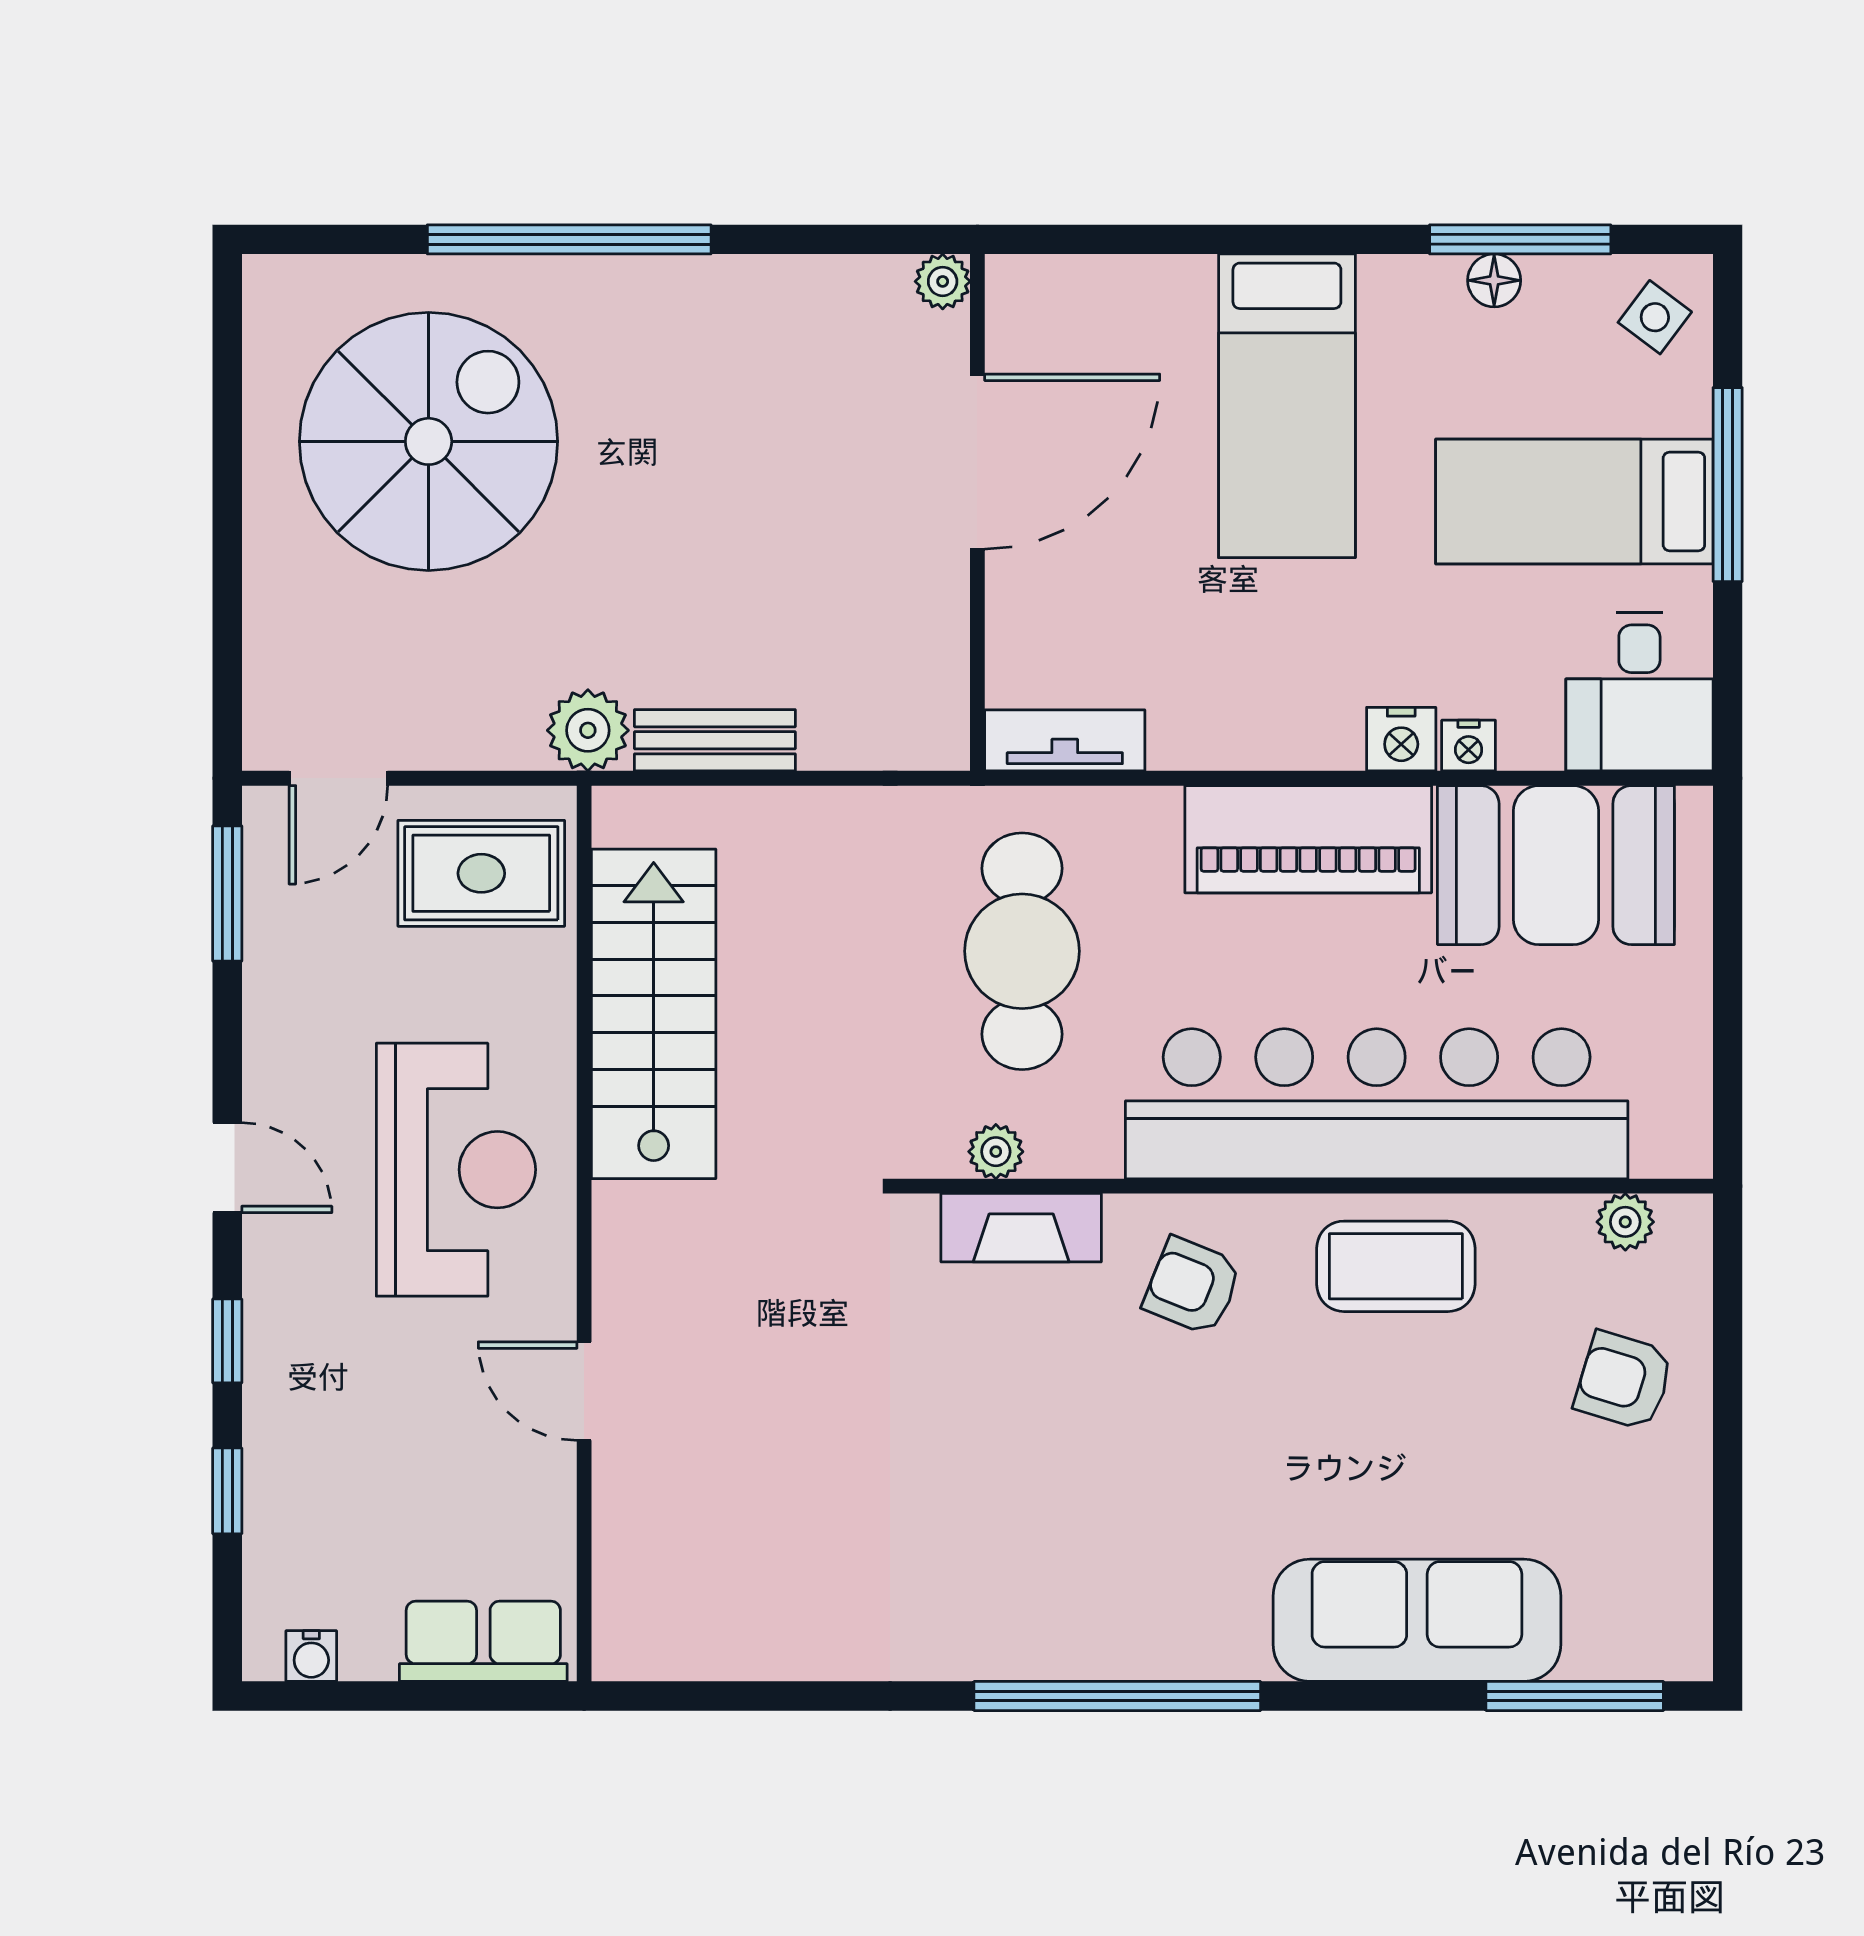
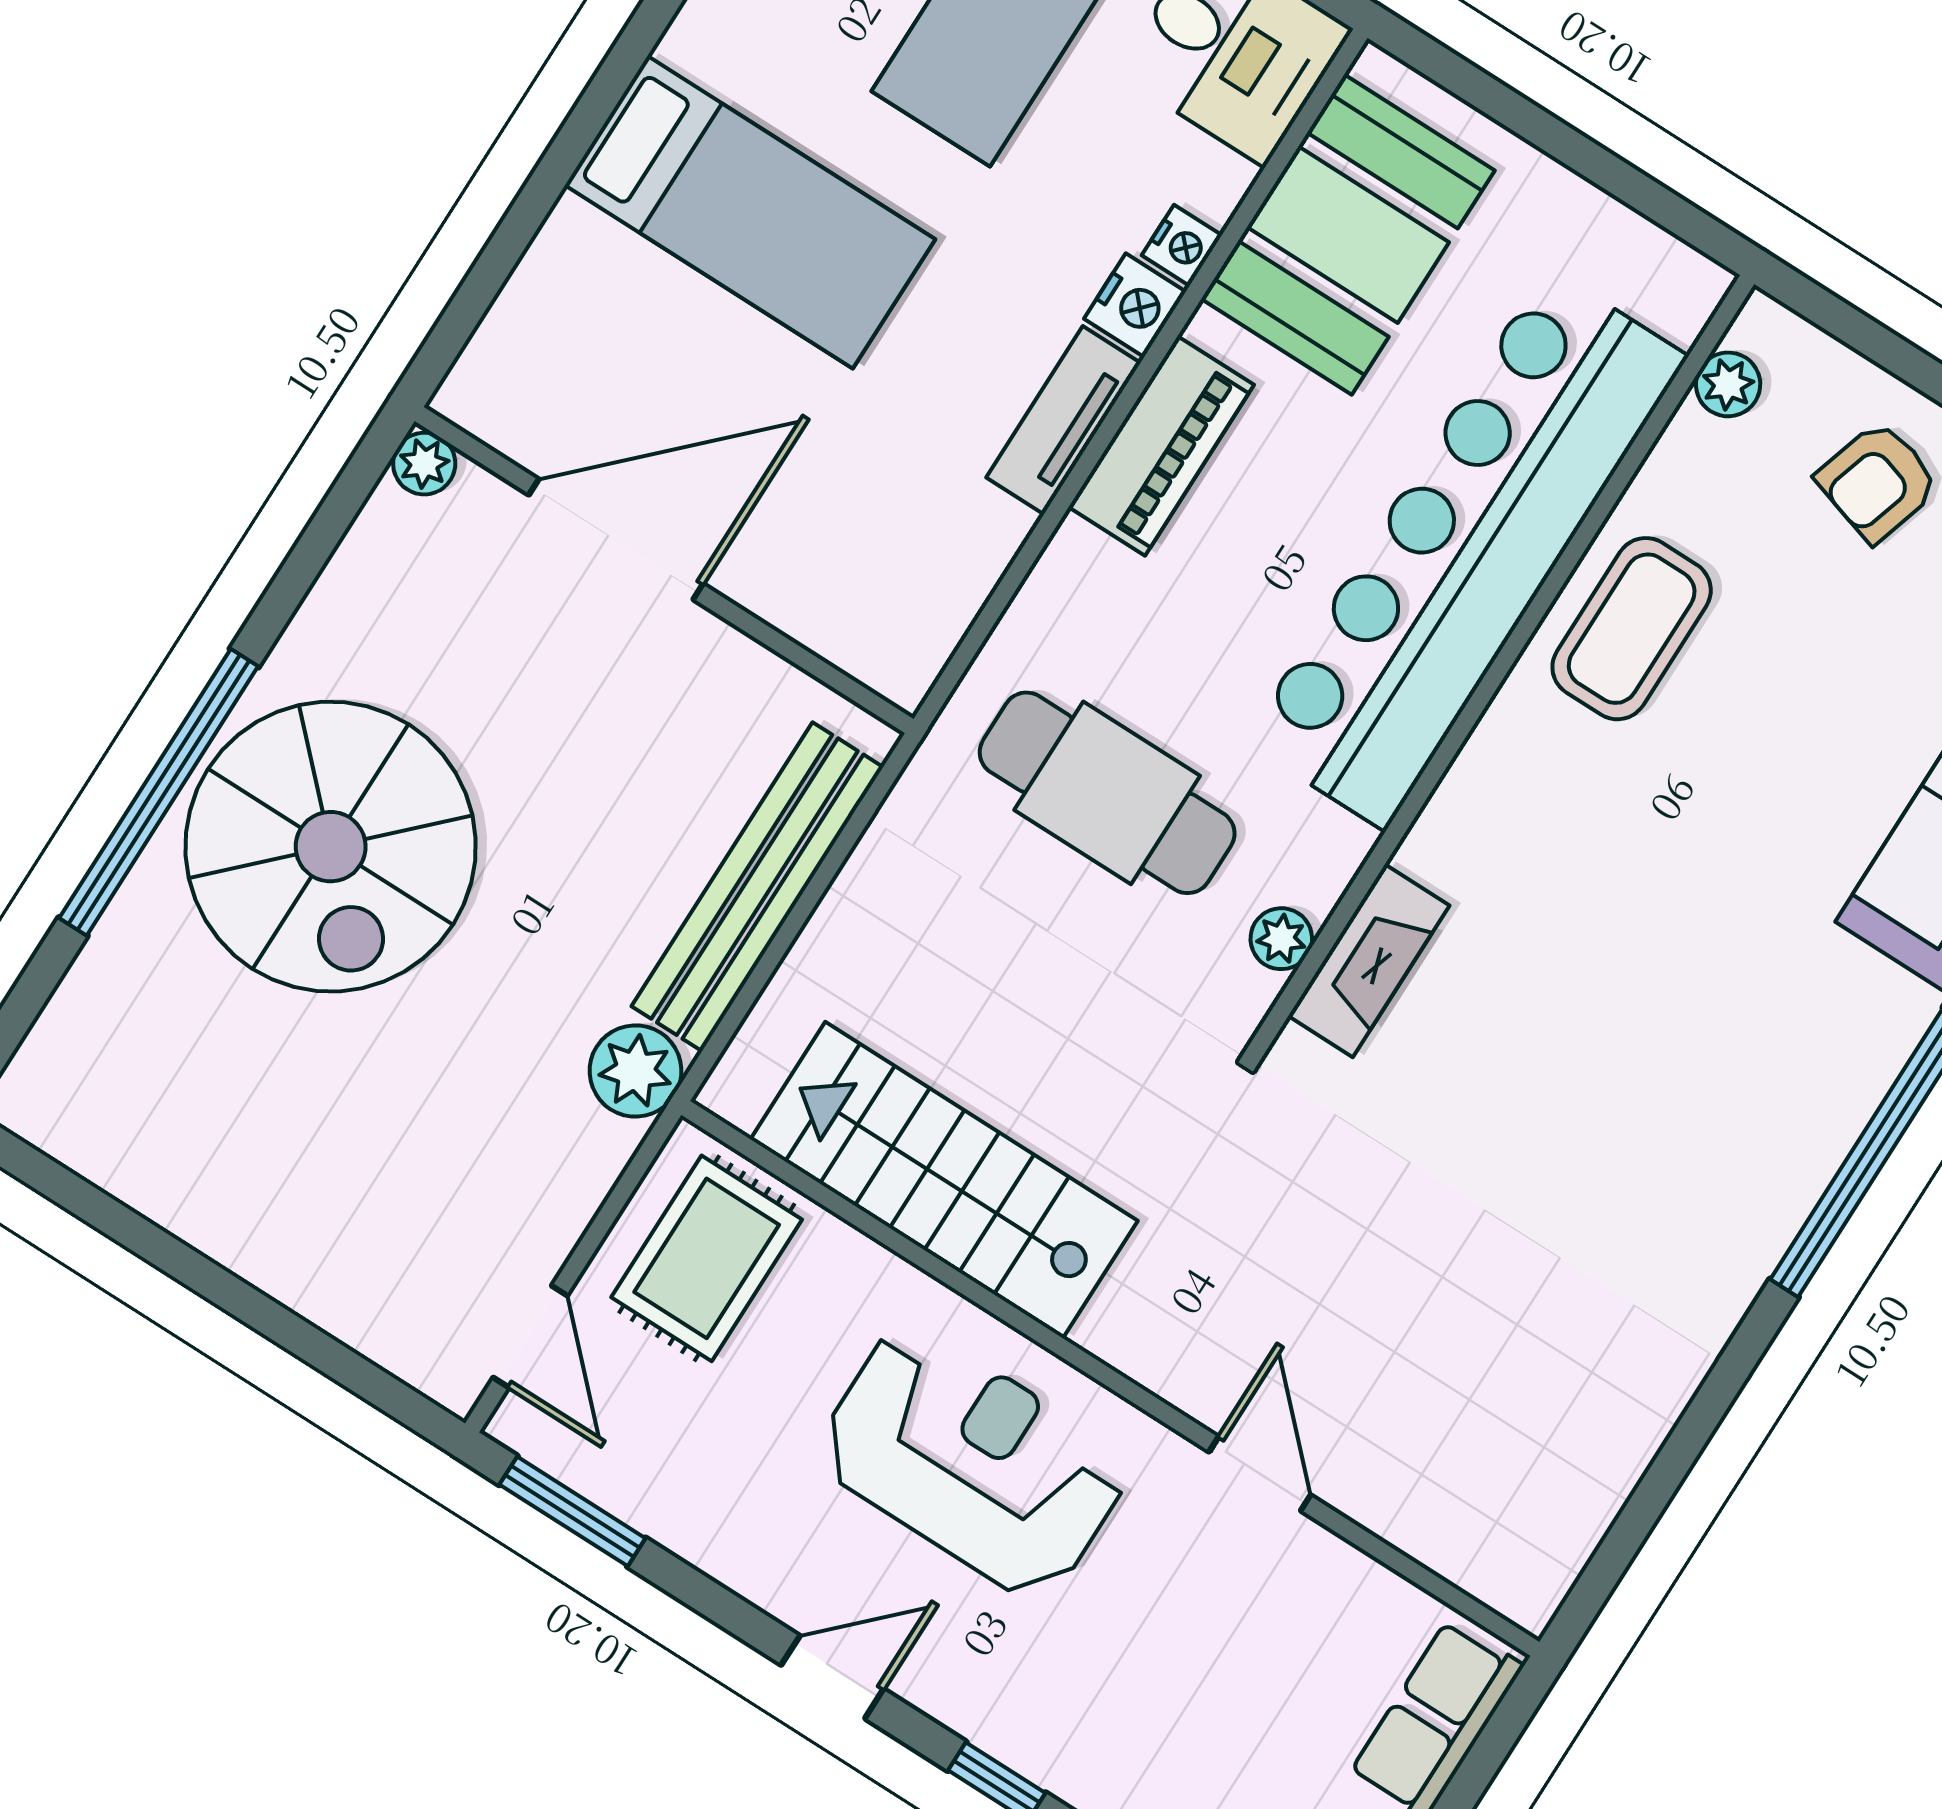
spiral stairs: (429, 441) -> (331, 847), moved, turned 180
door: (977, 462) -> (616, 539), hinge flipped
bench: (715, 740) -> (757, 887), width x1.86, depth x1.21
tv unit: (1065, 740) -> (1064, 420), moved
piano: (1308, 839) -> (1161, 446), width x0.73, depth x0.75
armchair: (1192, 1286) -> (1527, 834), removed
door: (584, 1391) -> (1260, 1474), swing flipped

